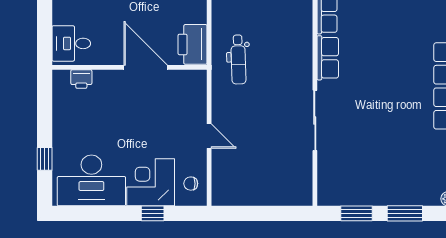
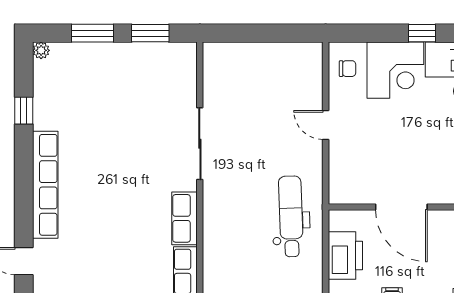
printer: (193, 44) -> (345, 256), moved
dental chair: (238, 59) -> (291, 216), width x1.36, depth x1.38
window: (153, 213) -> (422, 33), moved

